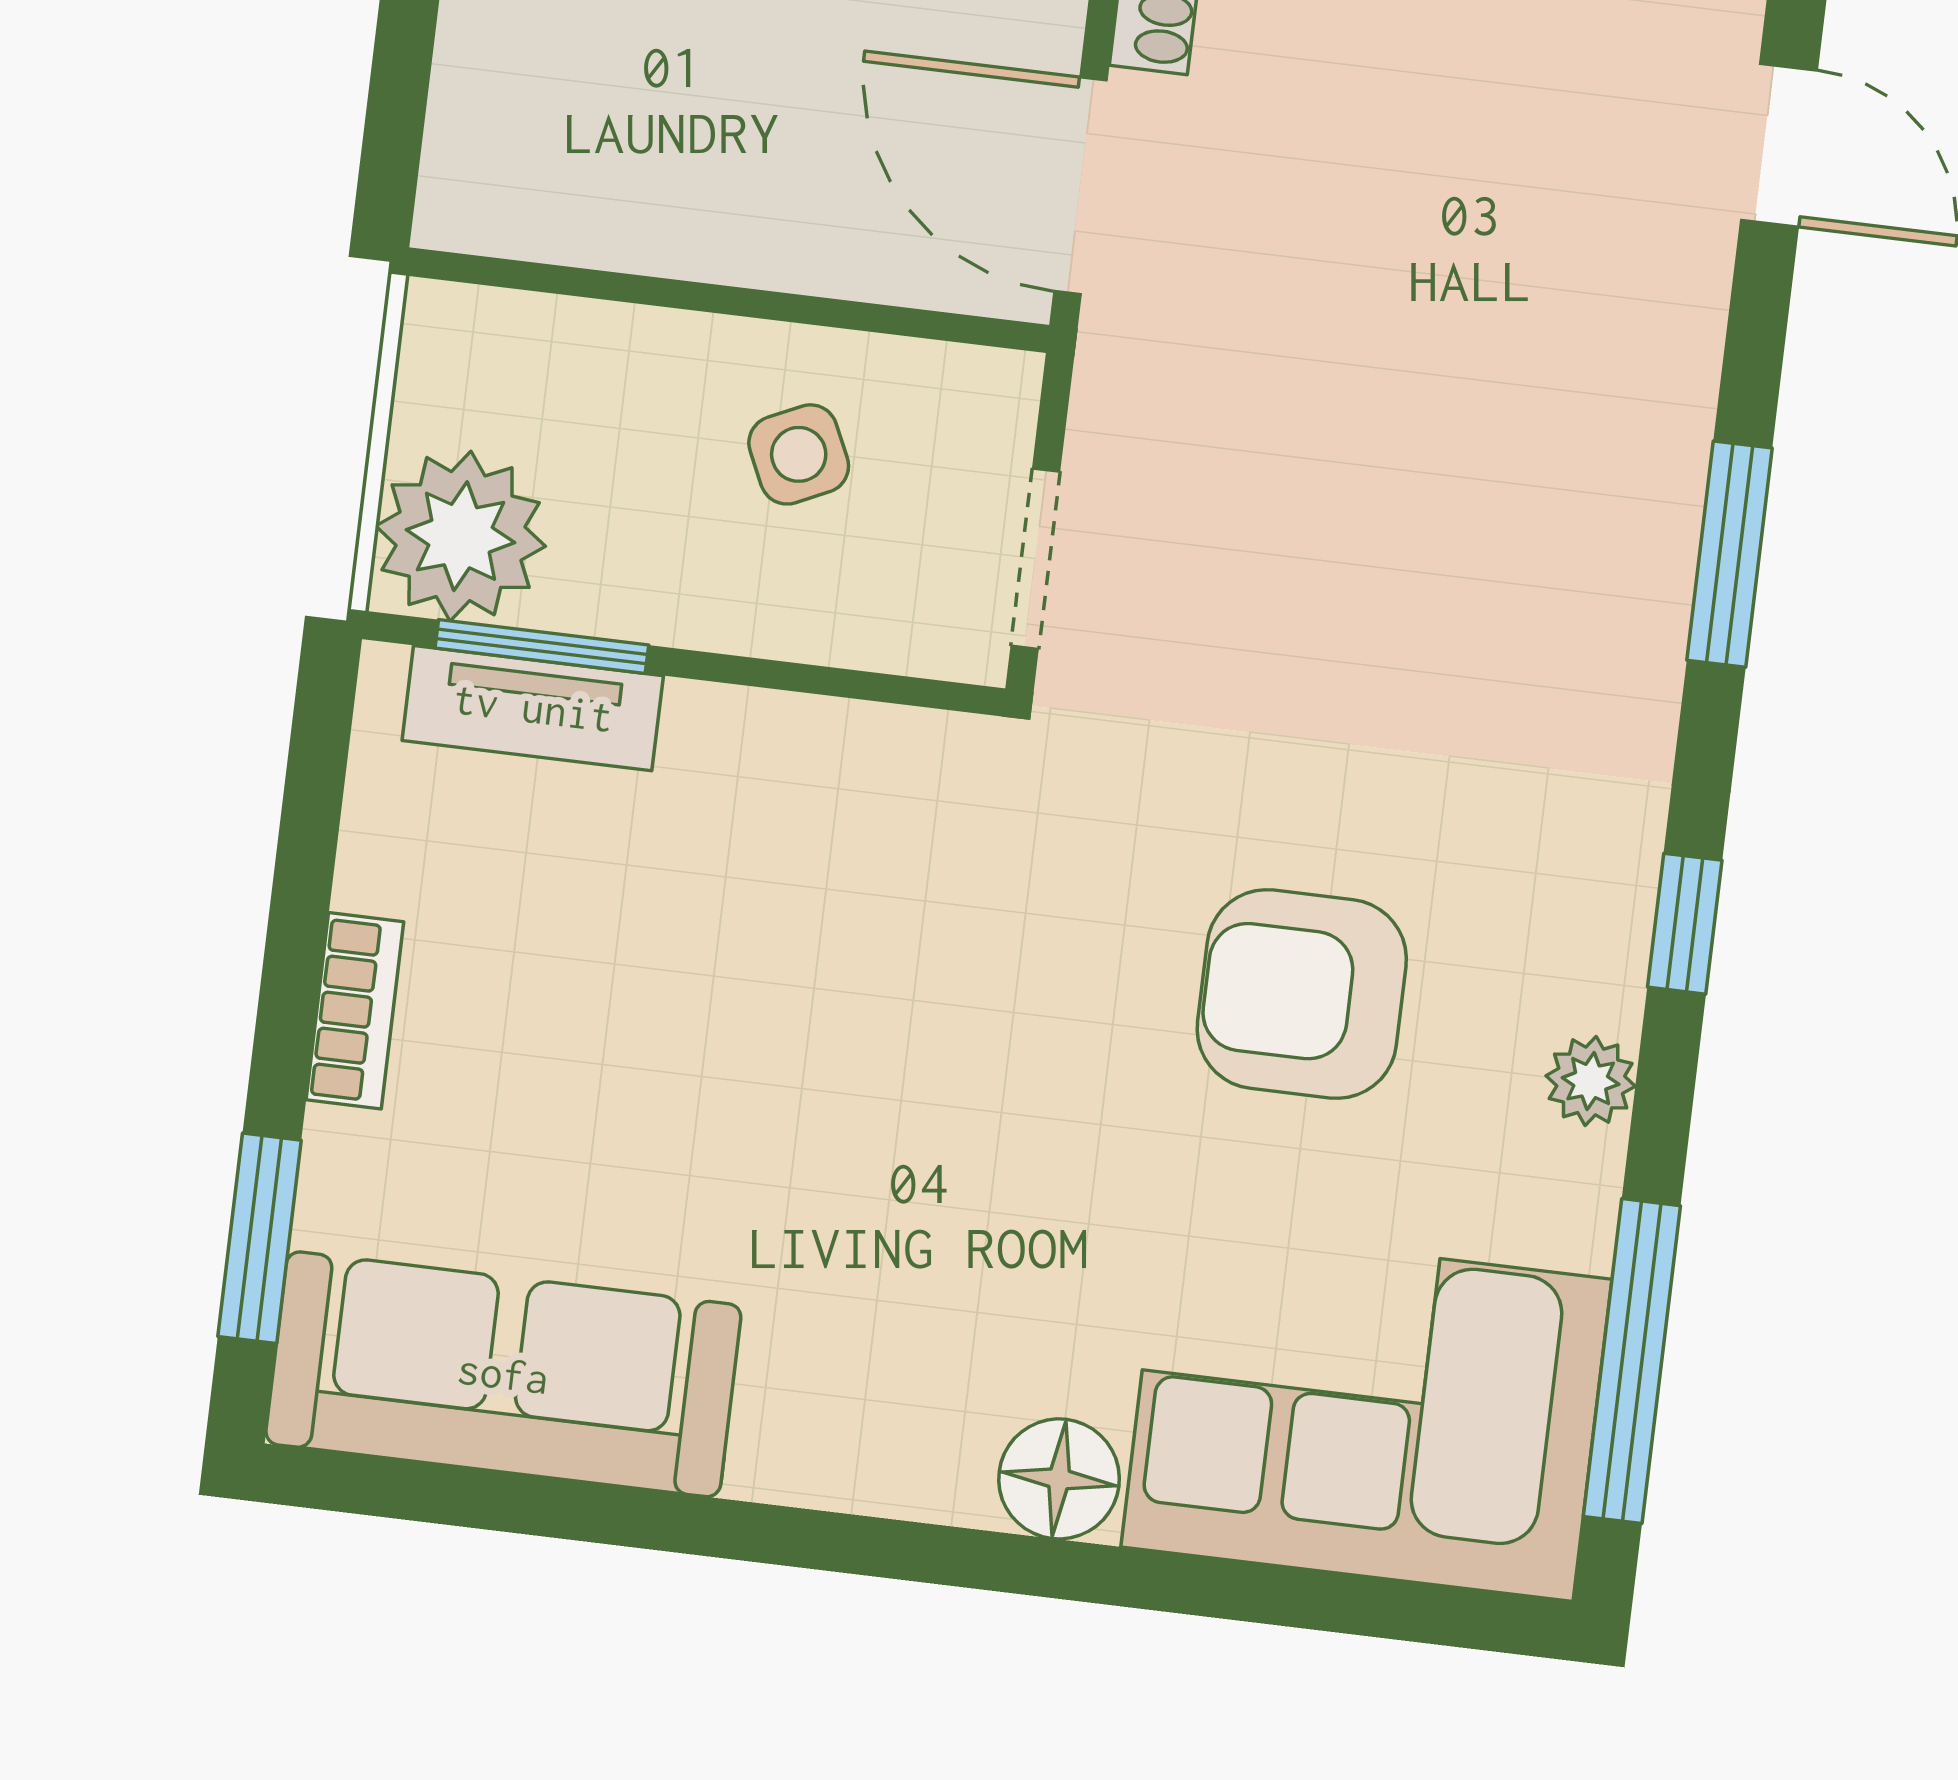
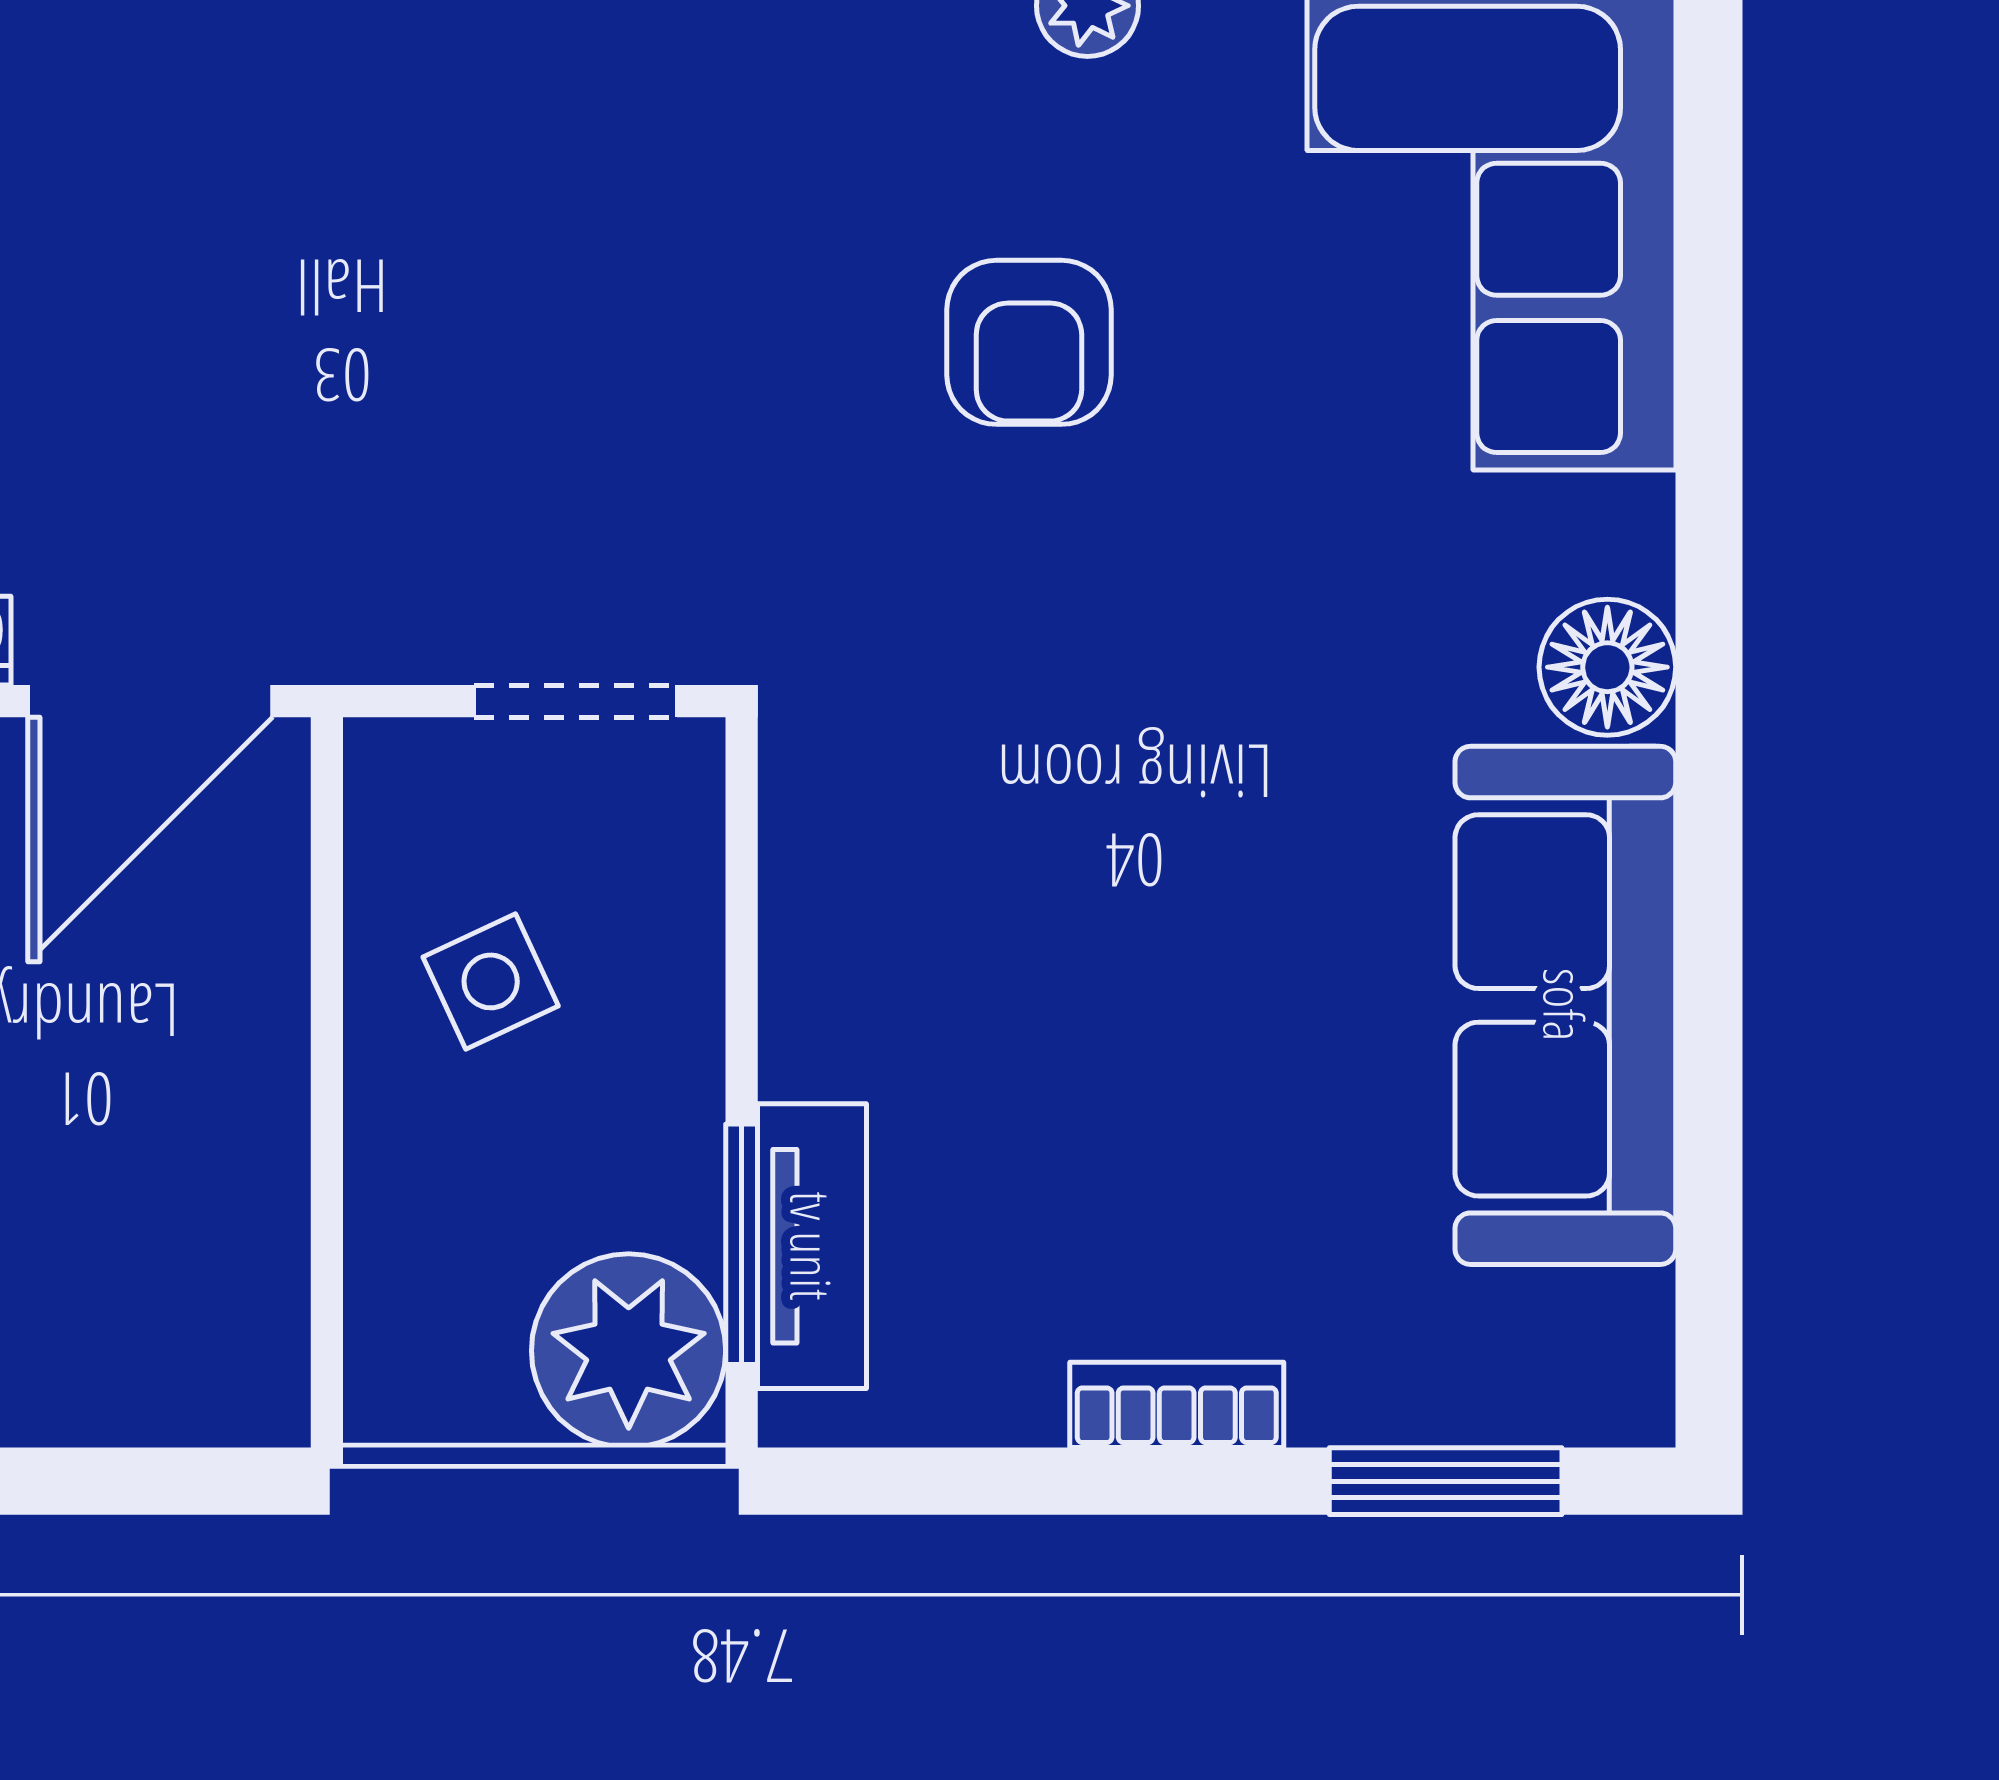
armchair: (1302, 994) -> (1029, 342), width x0.72, depth x0.72
sofa: (503, 1374) -> (1565, 1005), moved
floor lamp: (1059, 1479) -> (1607, 667), moved

